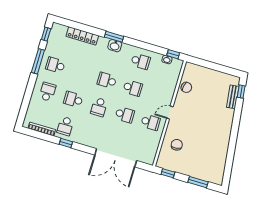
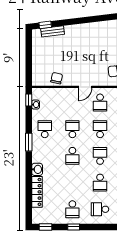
window: (114, 37) -> (29, 142), moved
washbasin: (115, 46) -> (37, 169), moved
window: (38, 61) -> (74, 227), width x0.46
school desk: (99, 107) -> (100, 156), turned -90
door: (170, 112) -> (85, 87), hinge flipped
school desk: (150, 122) -> (100, 103), turned 180

